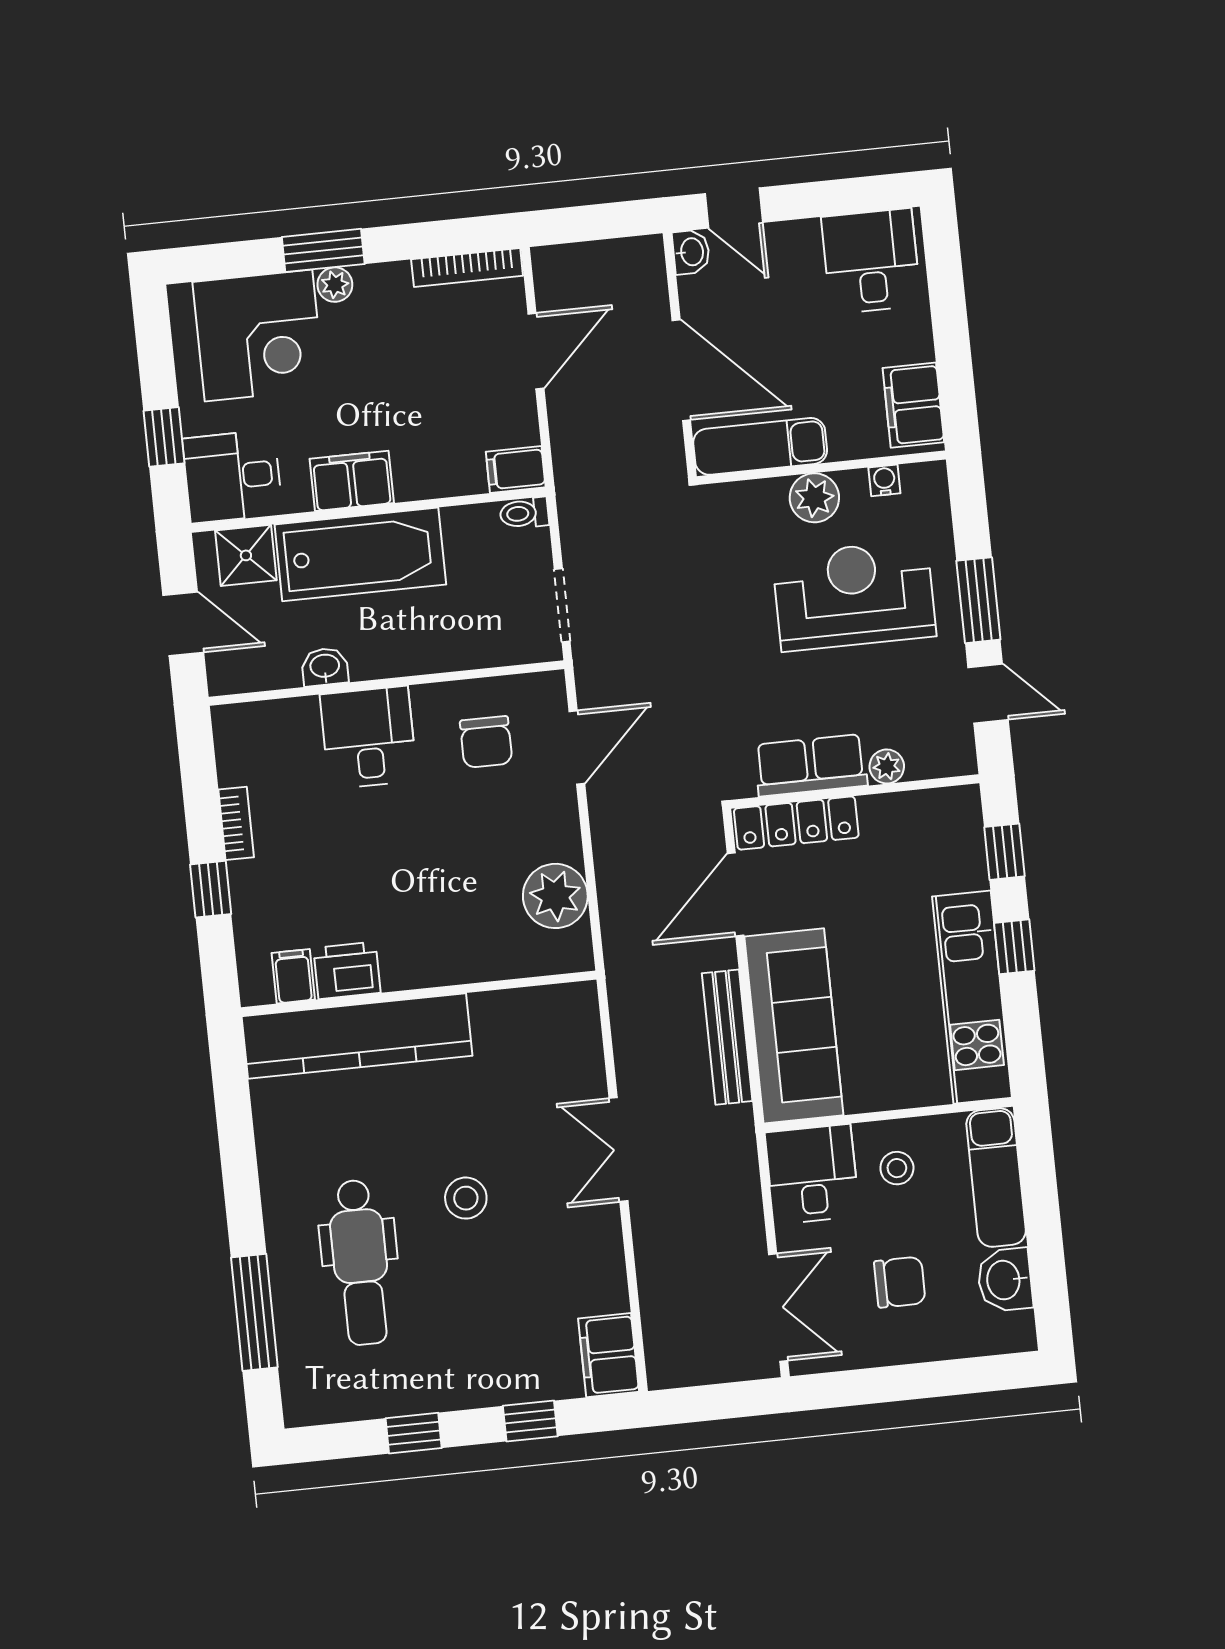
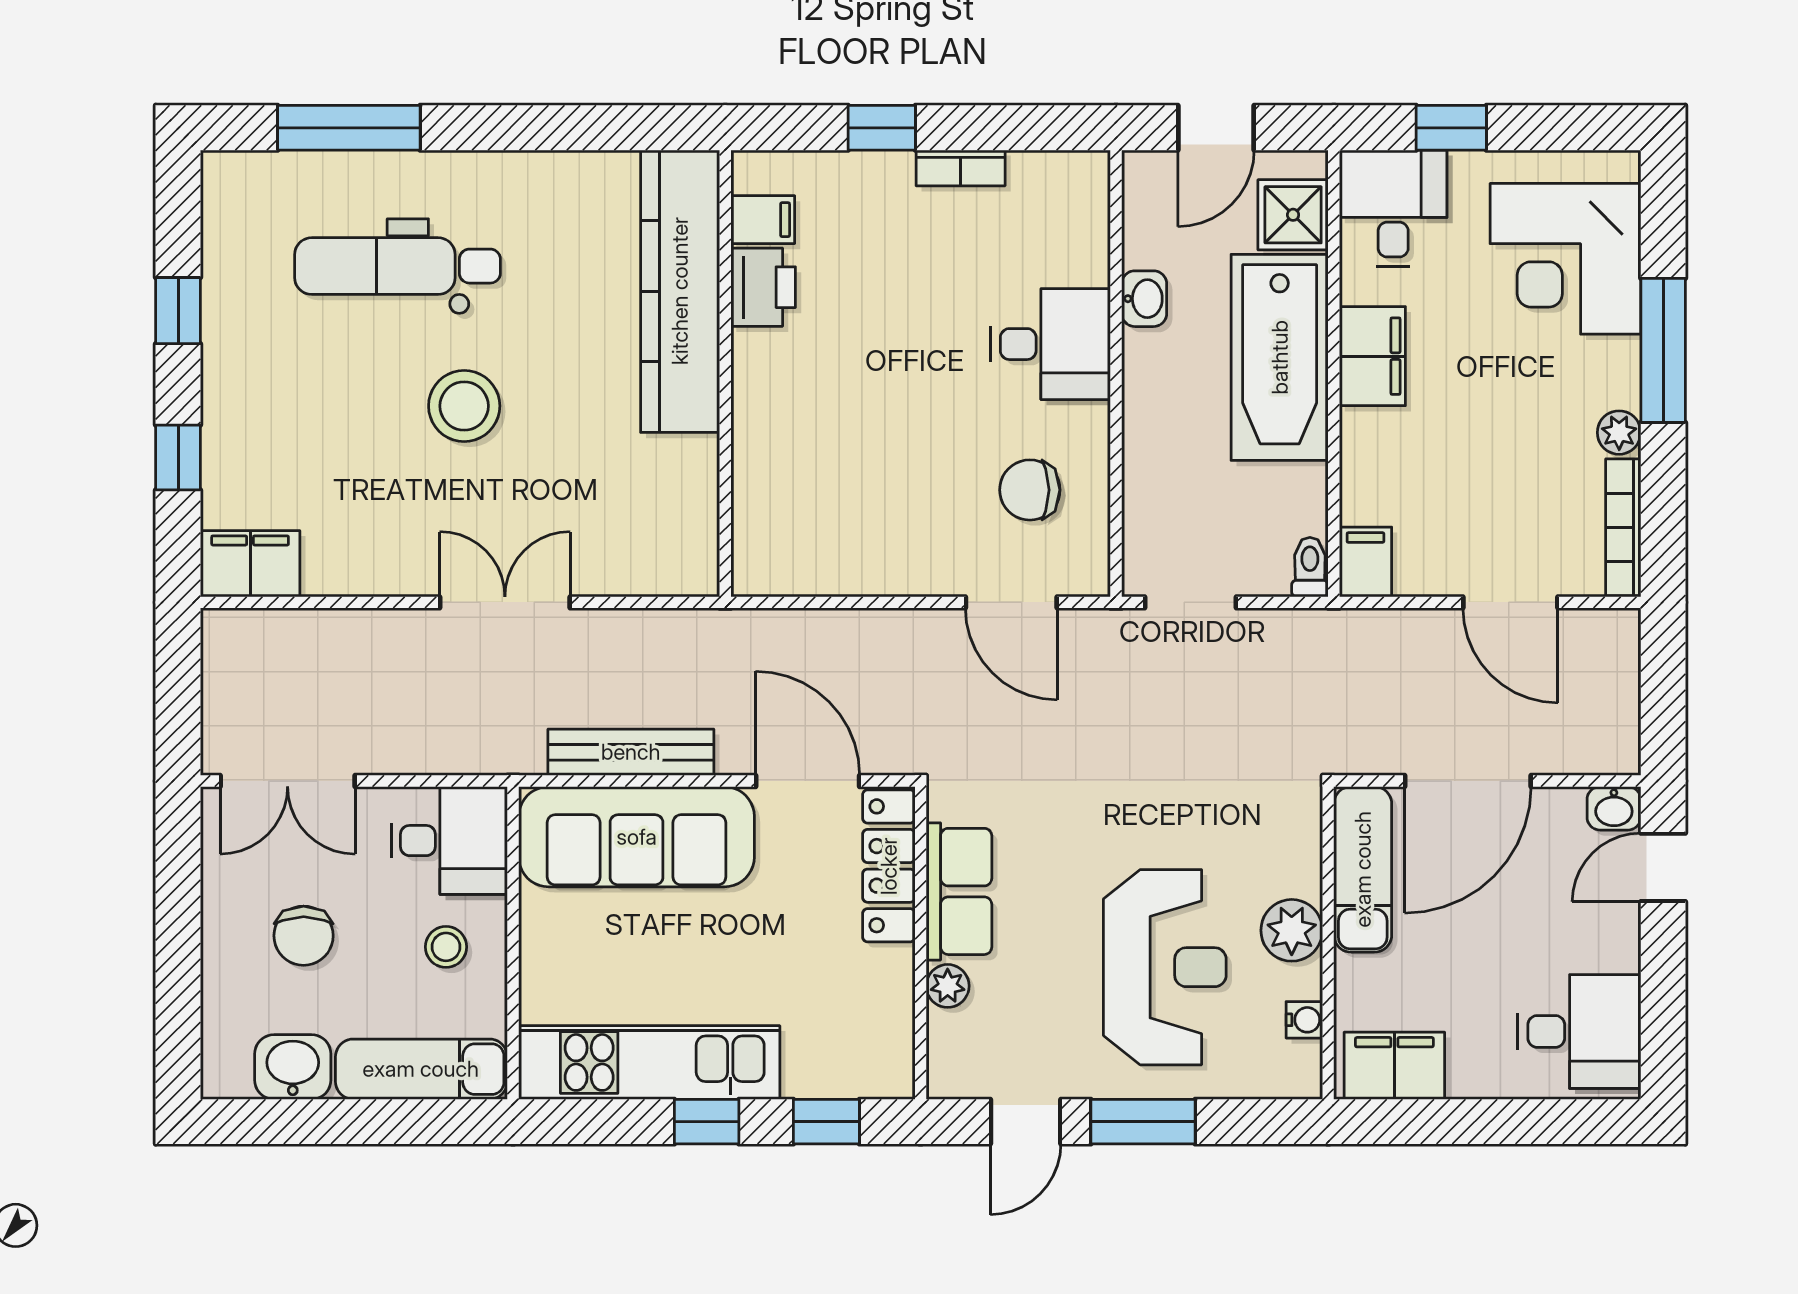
window: (323, 250) -> (1663, 350), width x1.44
plant: (335, 285) -> (1619, 433), moved
plant: (555, 896) -> (829, 556), removed
stool: (466, 1198) -> (464, 406), width x1.38, depth x1.38

